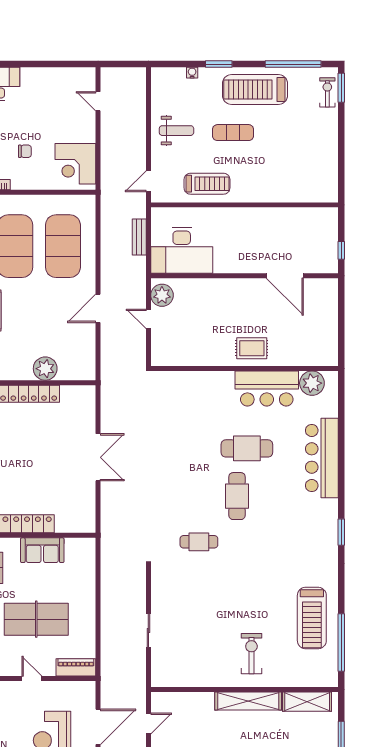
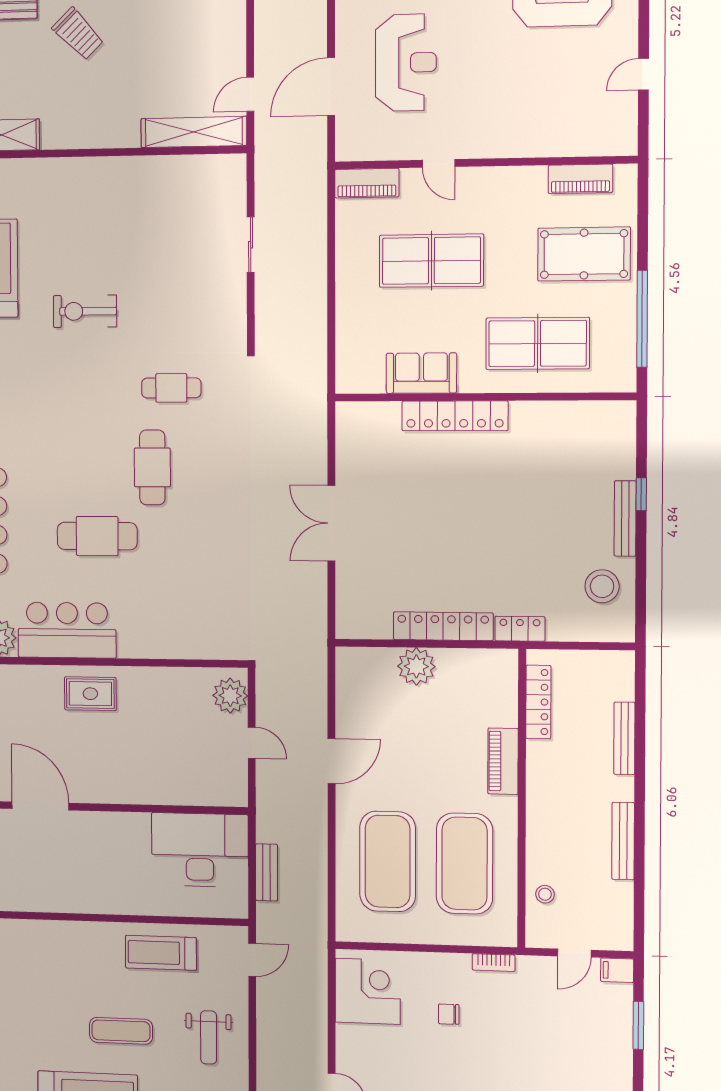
weight bench: (176, 131) -> (209, 1037), turned -90
plant: (162, 295) -> (230, 696), moved
cafe table: (237, 496) -> (152, 467), moved
exercise bike: (251, 654) -> (85, 311), moved, turned 90
shelving: (248, 701) -> (194, 132), moved

